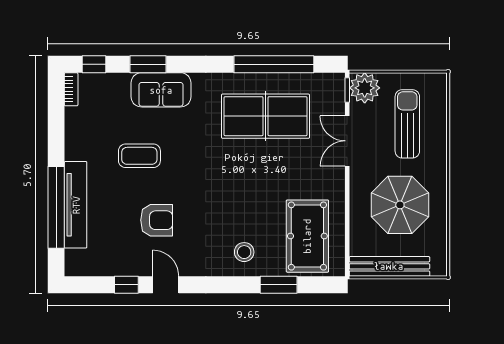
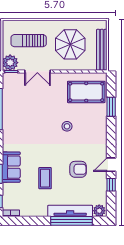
table tennis table: (265, 116) -> (25, 113), removed
armchair: (157, 220) -> (78, 169), turned 90
stool: (244, 252) -> (67, 126), moved
plant: (76, 261) -> (99, 211), added

